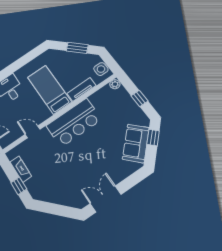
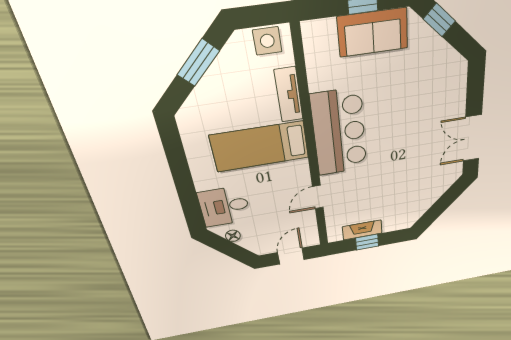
plant: (115, 84) -> (311, 31), removed
sofa: (136, 143) -> (373, 32), moved, turned -45
window: (19, 186) -> (367, 242), moved

